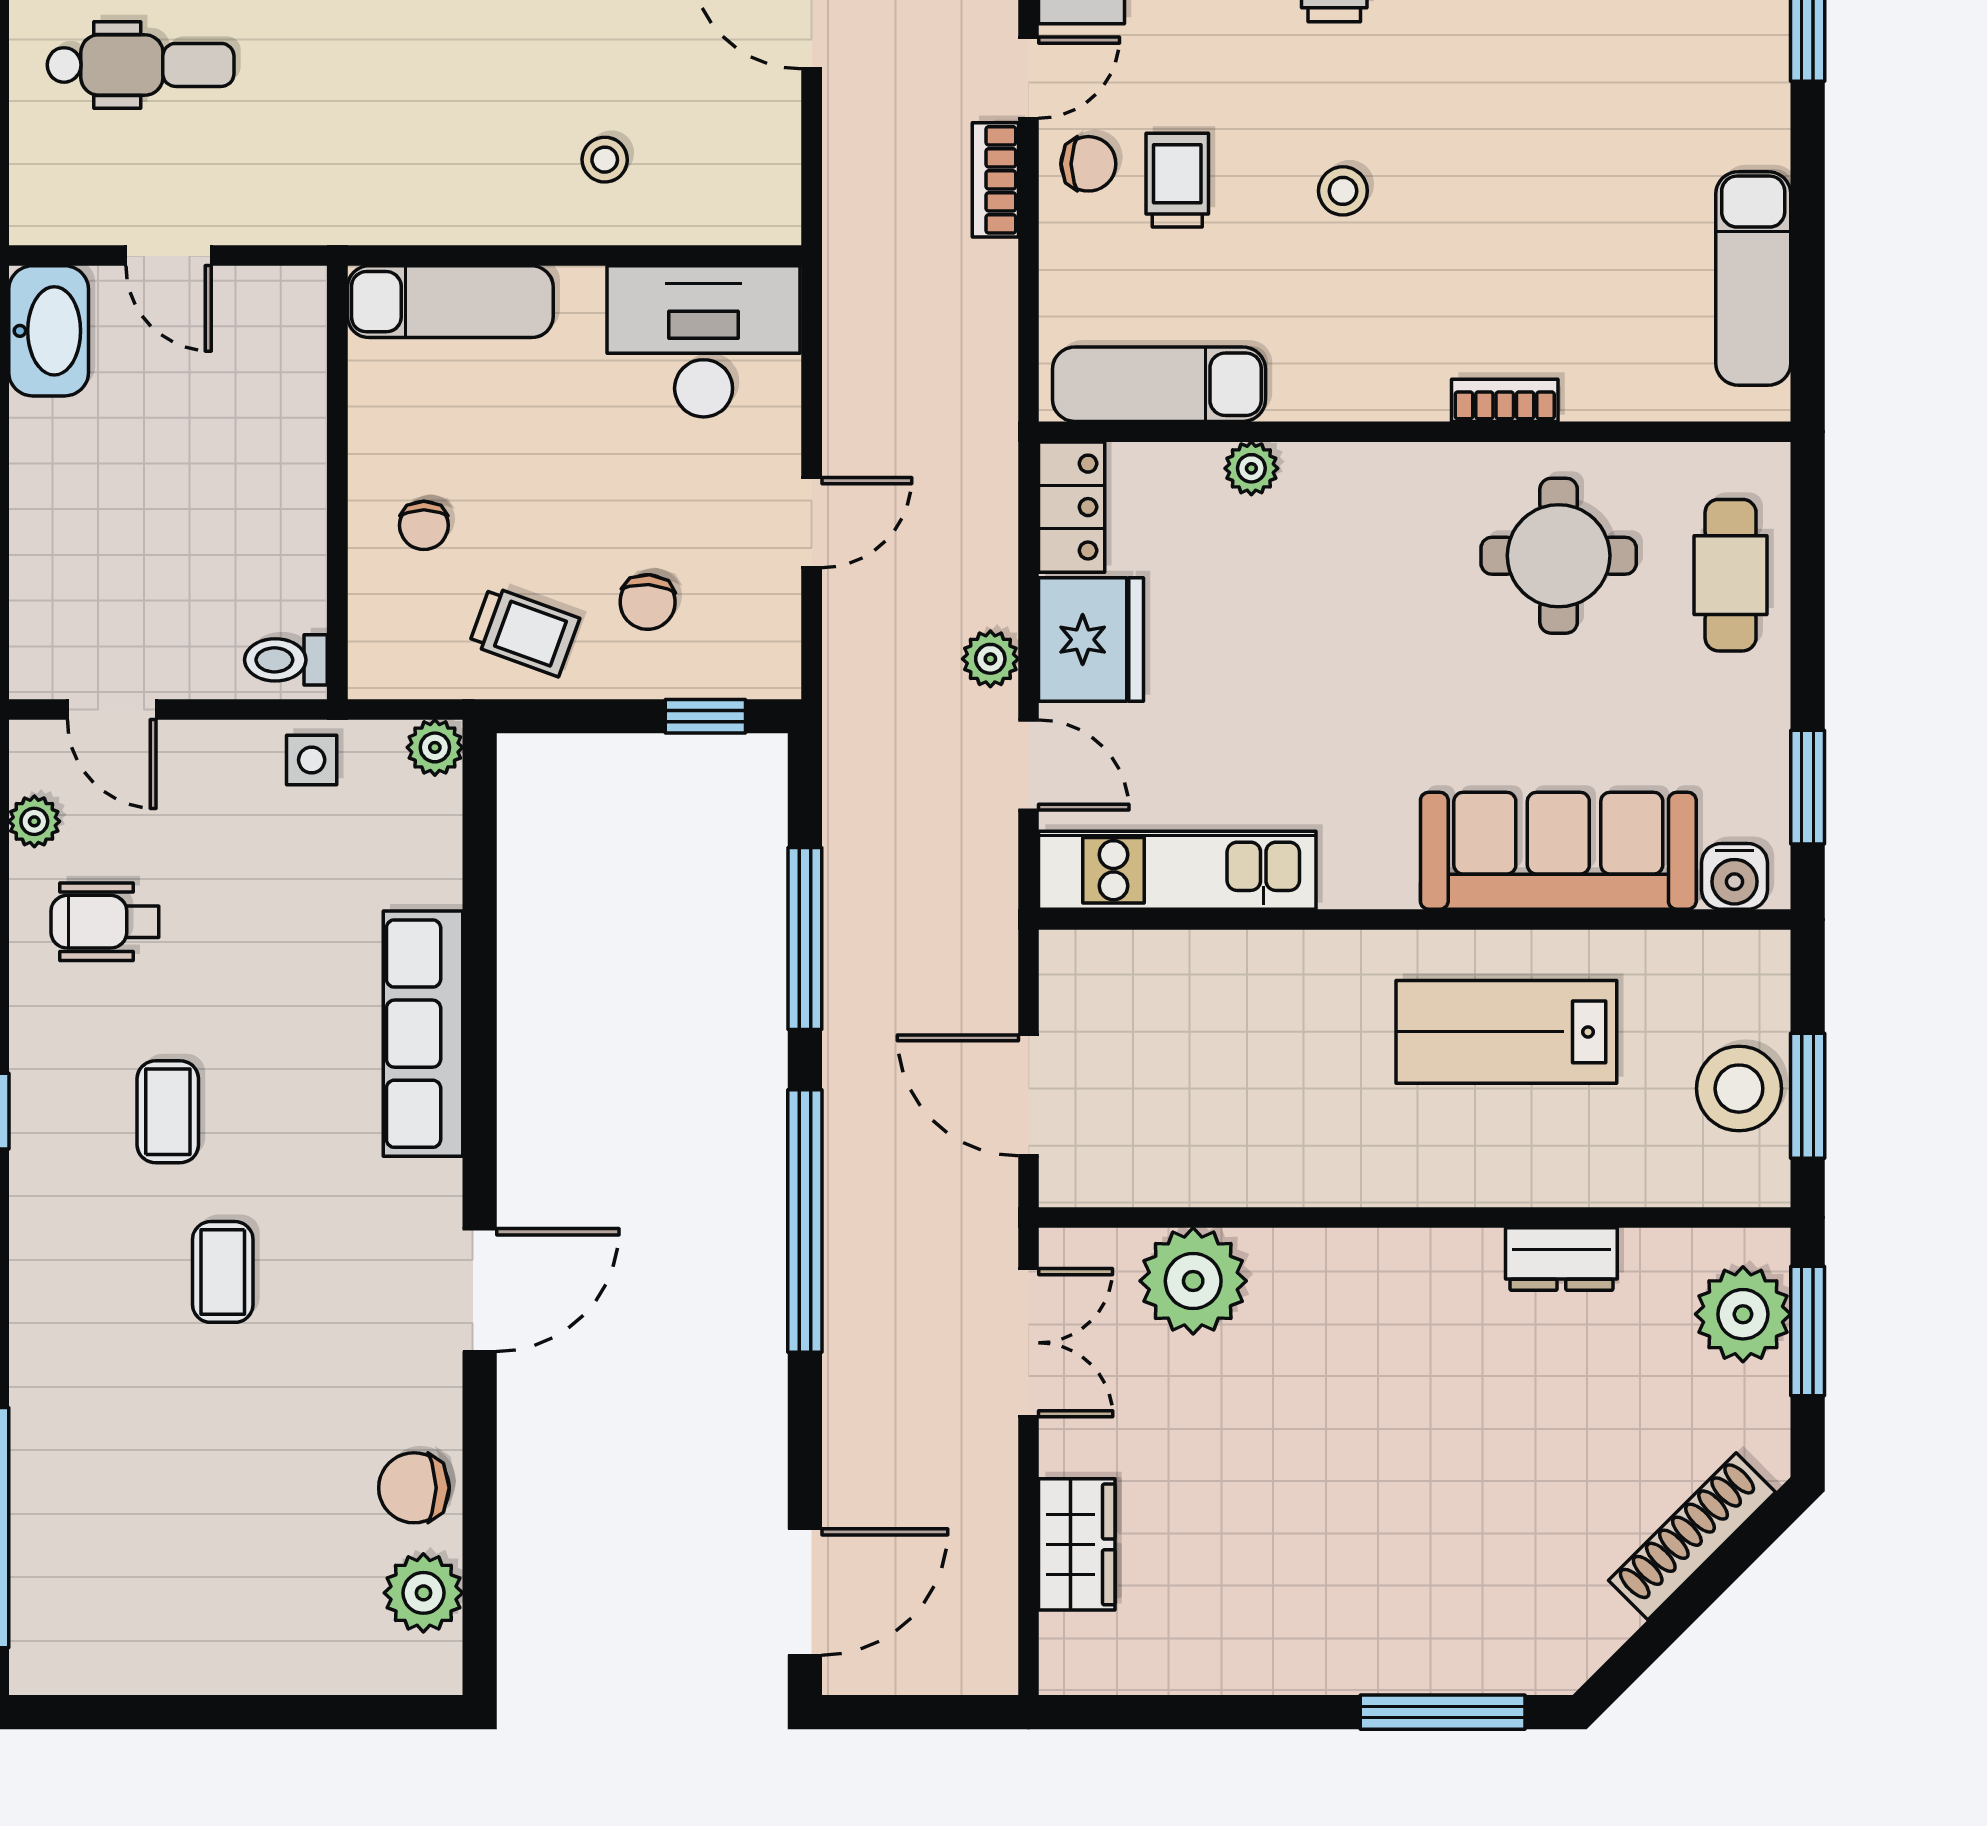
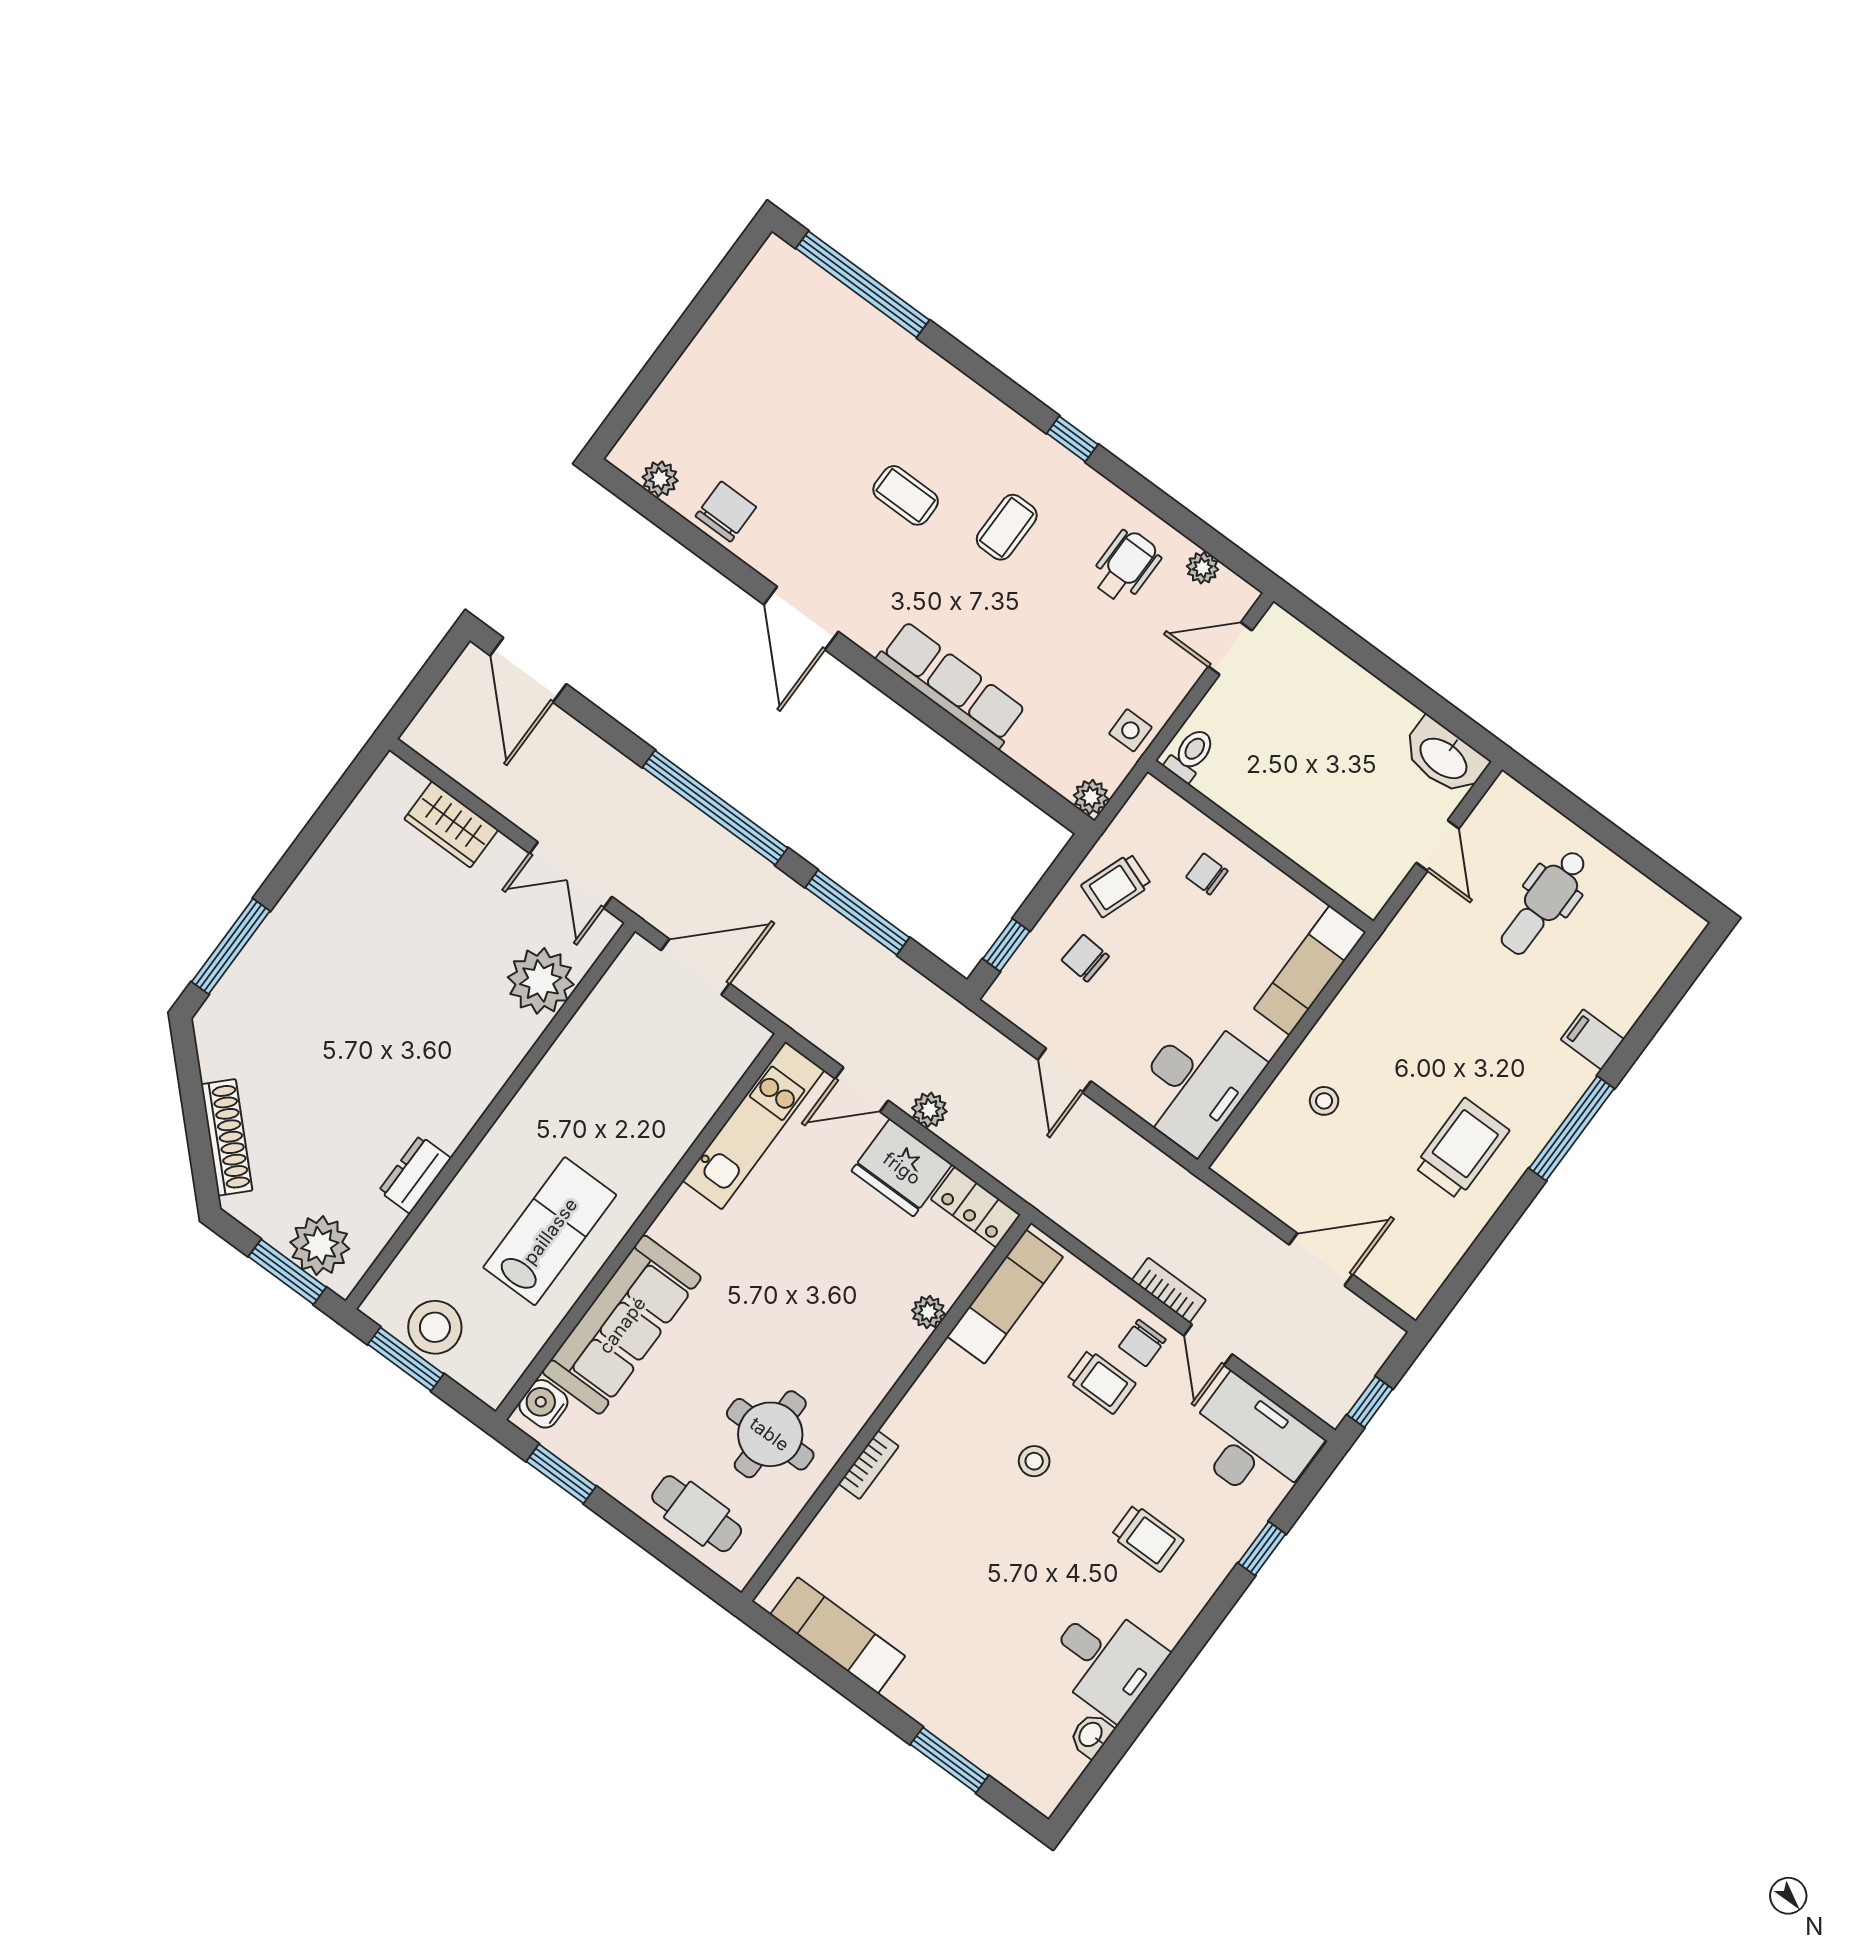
door: (169, 256) -> (1438, 846), swing flipped
coffee table: (168, 1112) -> (1007, 527), turned 90
plant: (423, 1593) -> (660, 479), width x0.73, depth x0.73

